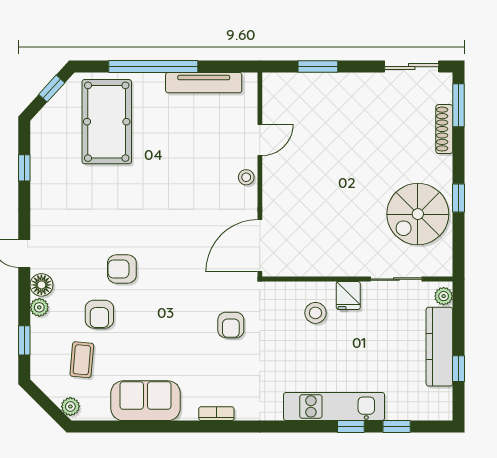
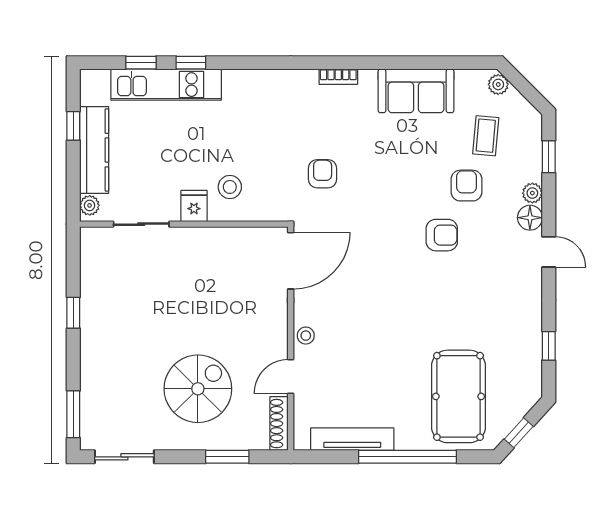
shoe rack: (444, 129) -> (279, 424), moved, turned 180
spiral stairs: (418, 214) -> (198, 389), moved
kitchen unit: (334, 406) -> (166, 85), moved

